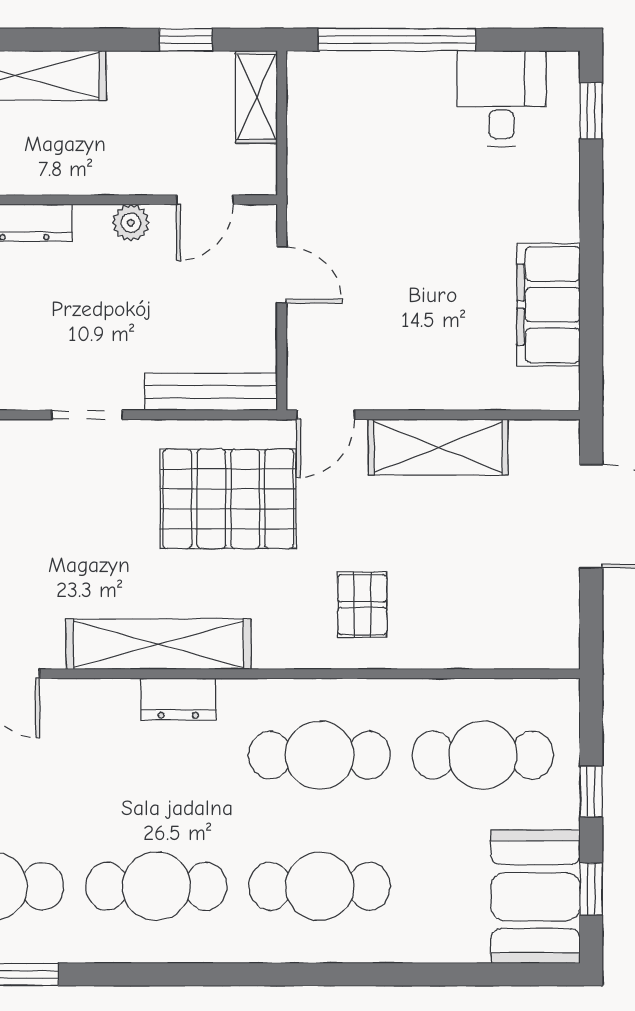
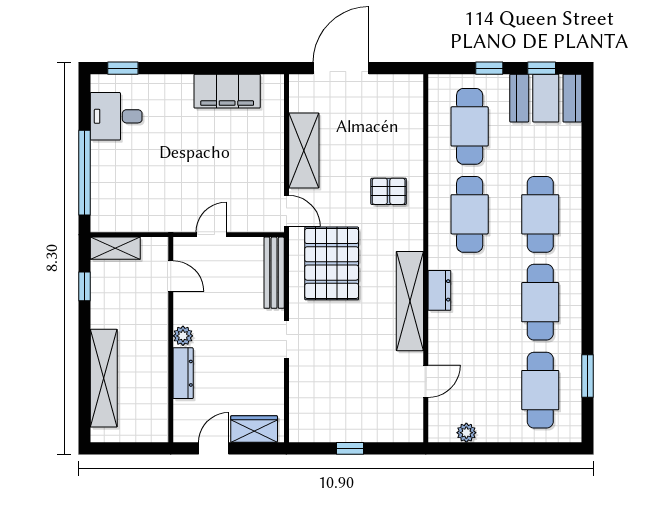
plant: (131, 223) -> (183, 336), moved

